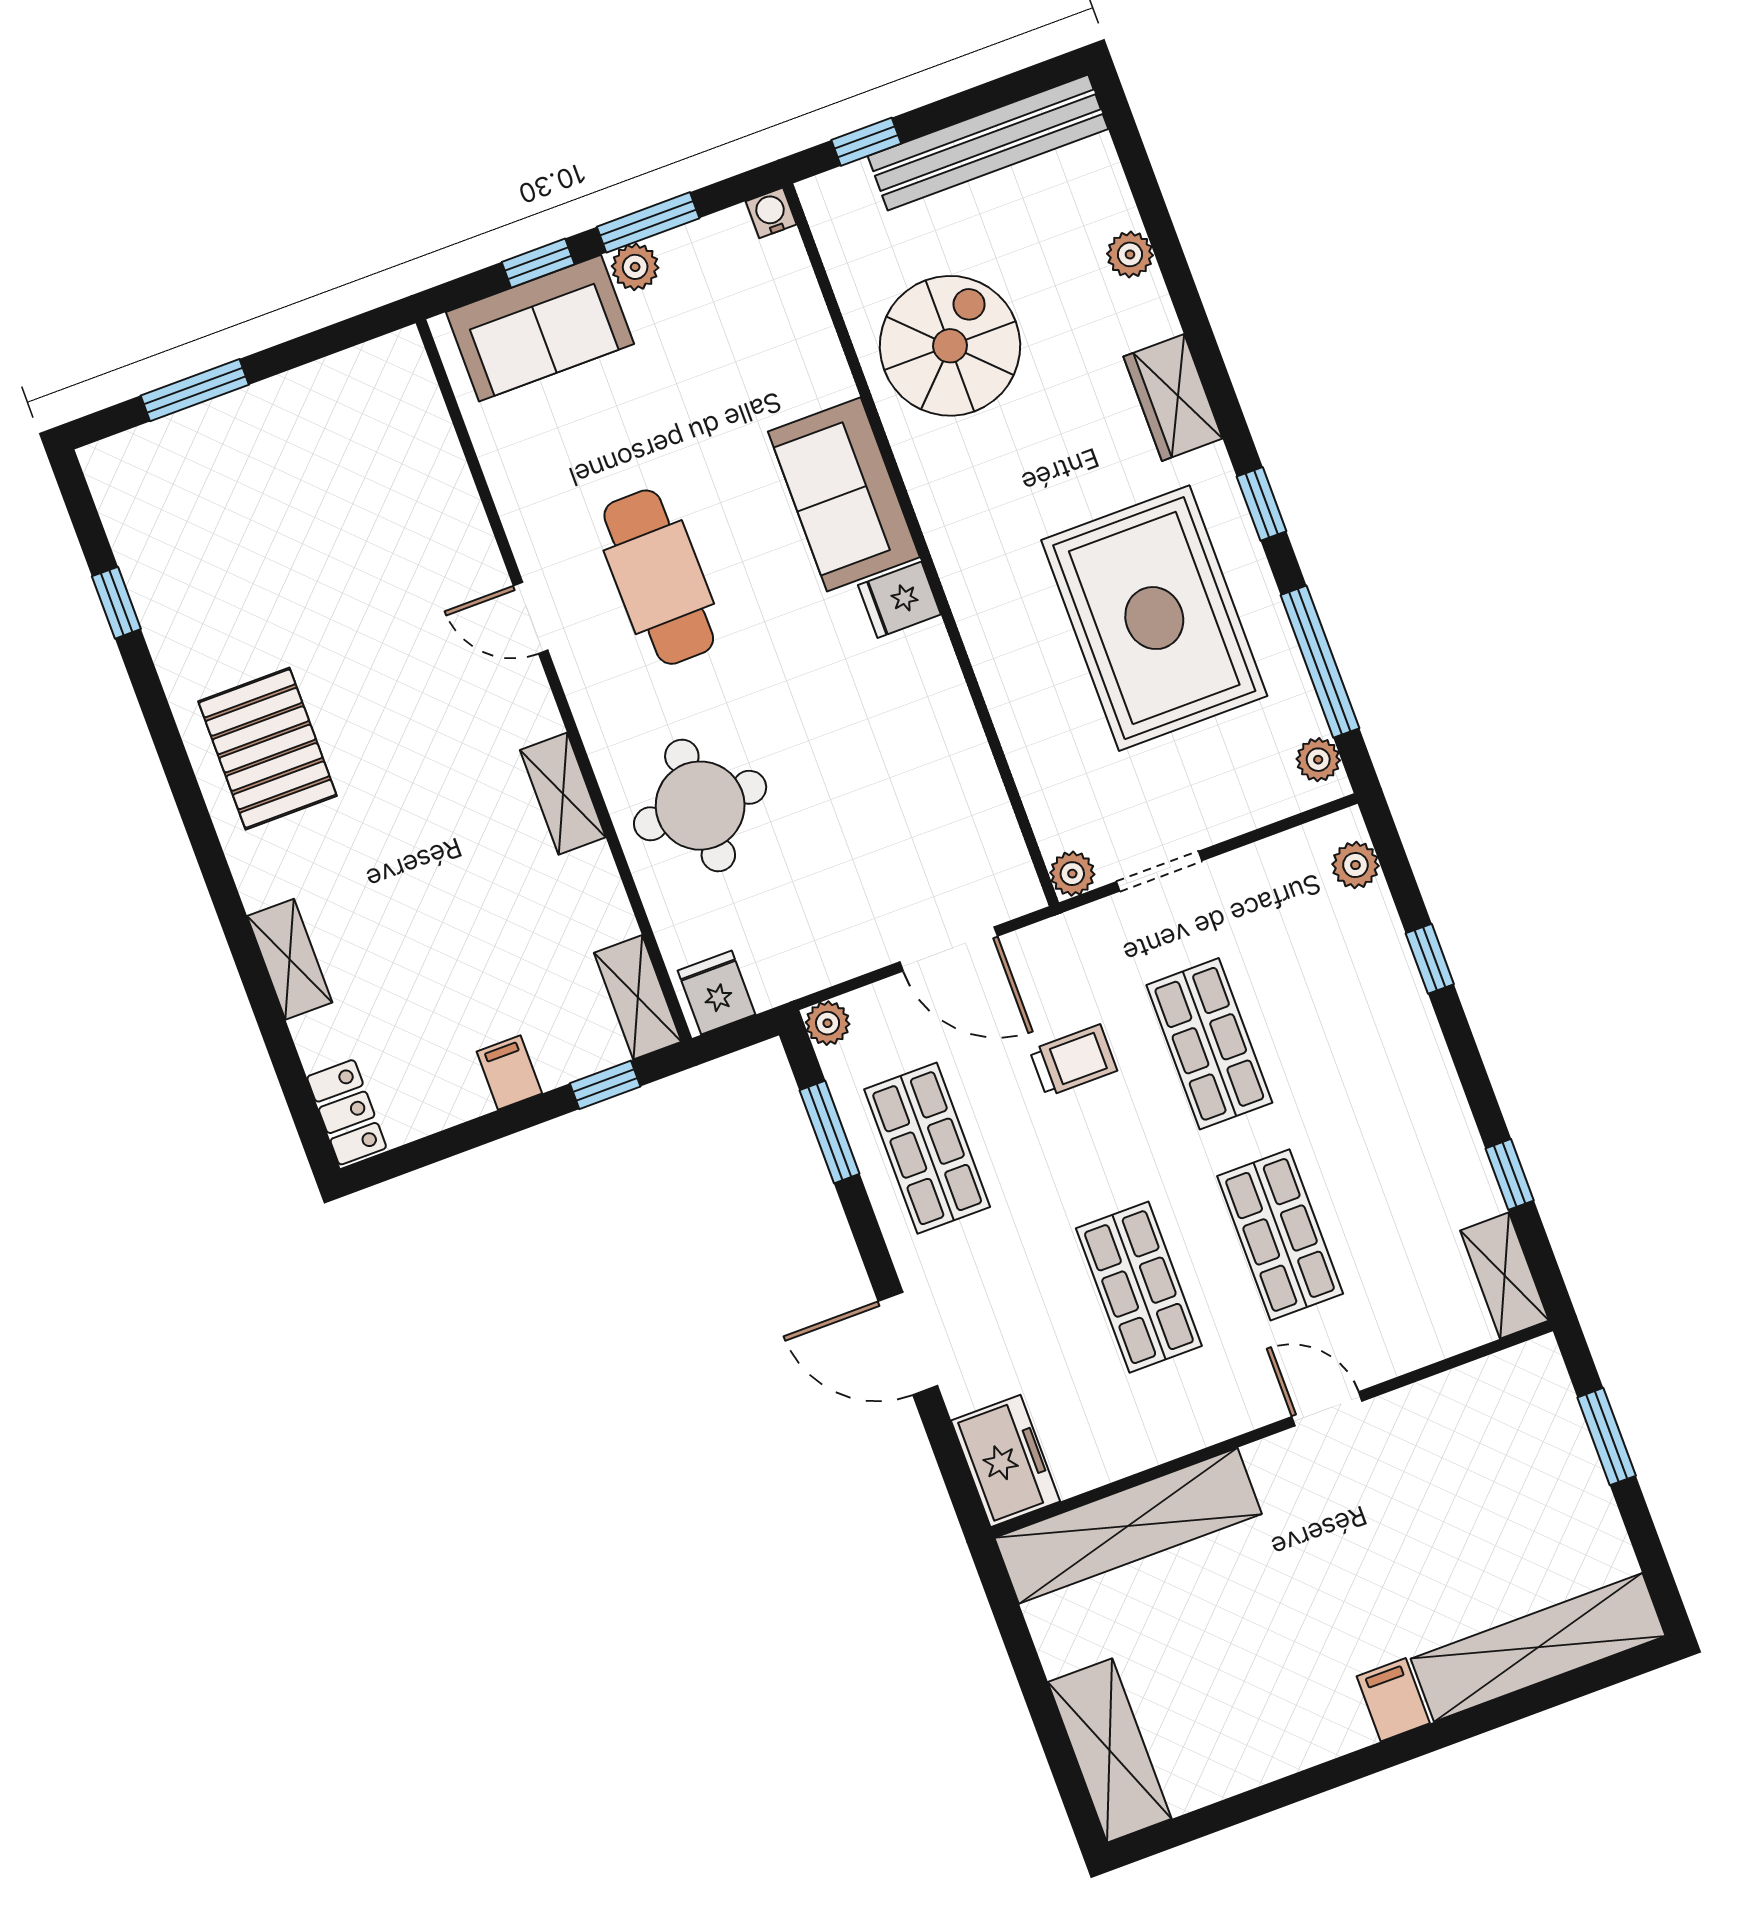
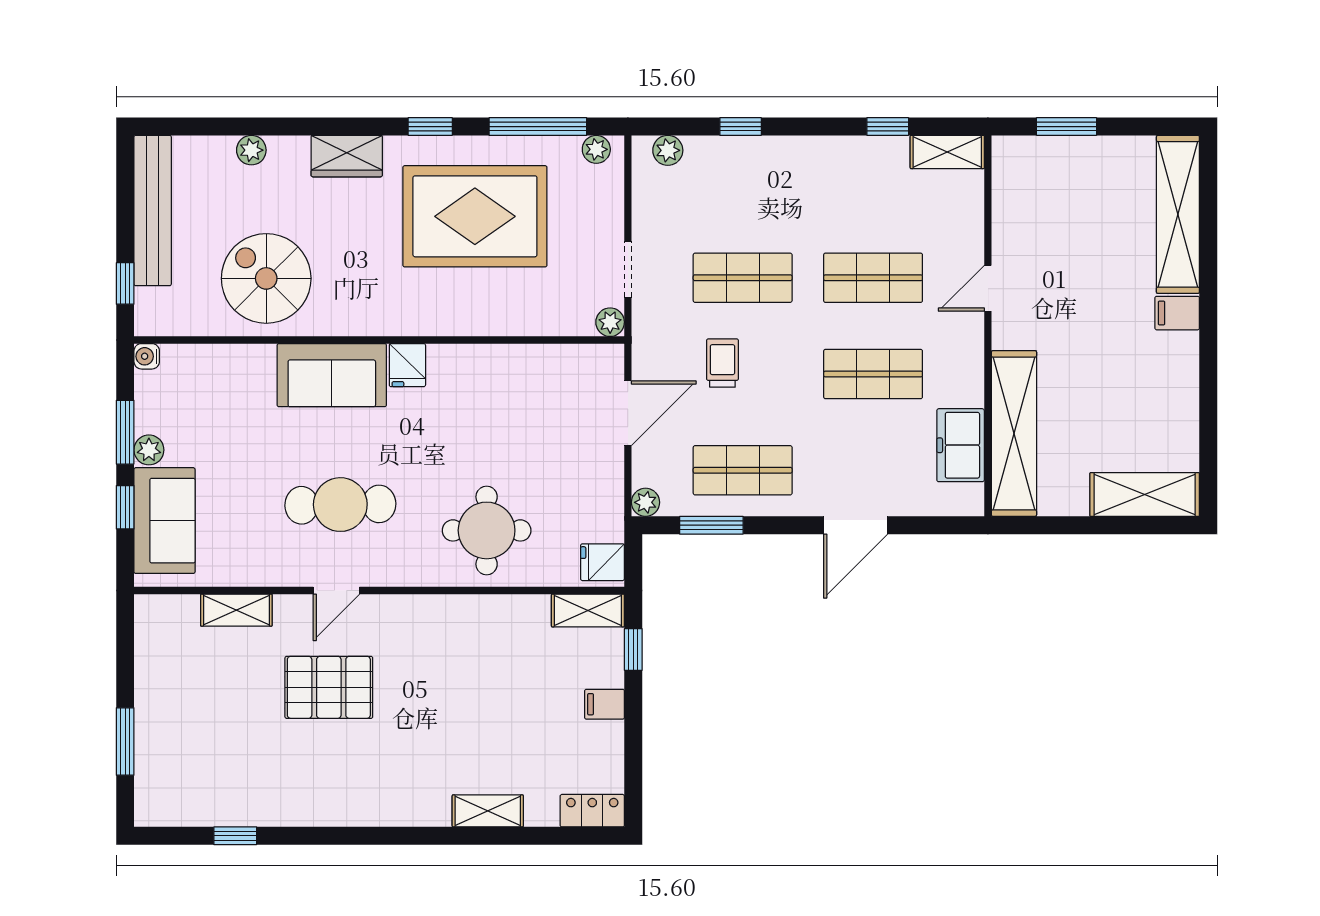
pallet: (268, 749) -> (329, 687), moved
shelving: (563, 794) -> (236, 610), moved
freezer: (1005, 1461) -> (961, 445), moved, turned -90

